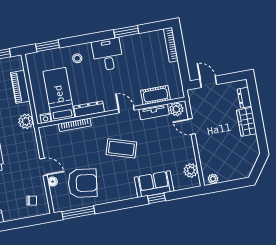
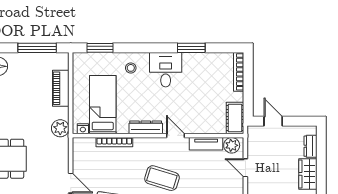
cot: (155, 95) -> (235, 118), moved, turned 90
dresser: (89, 109) -> (146, 127), moved

